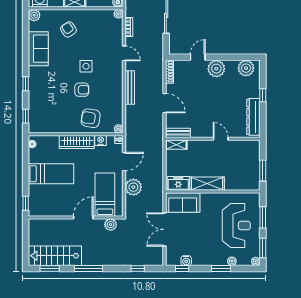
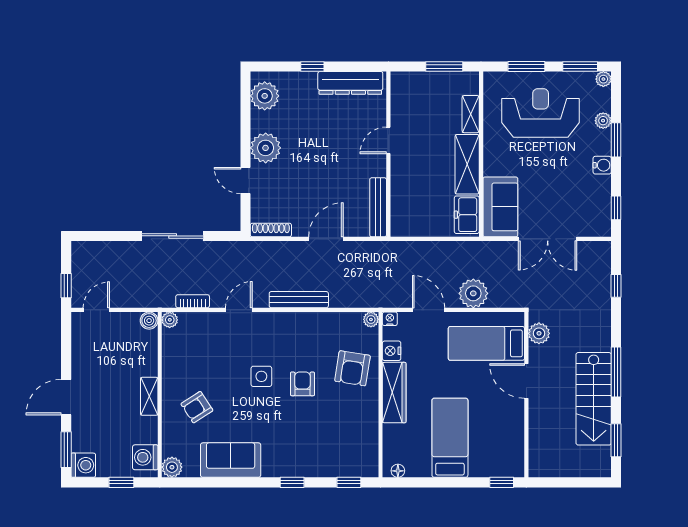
bench: (178, 133) -> (378, 207), width x1.36
shelving: (176, 145) -> (471, 114), moved
stairs: (55, 256) -> (594, 399), moved
water cooler: (186, 261) -> (602, 165), moved

